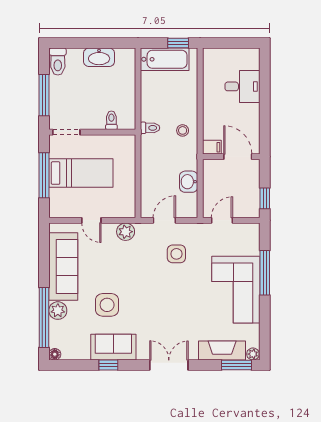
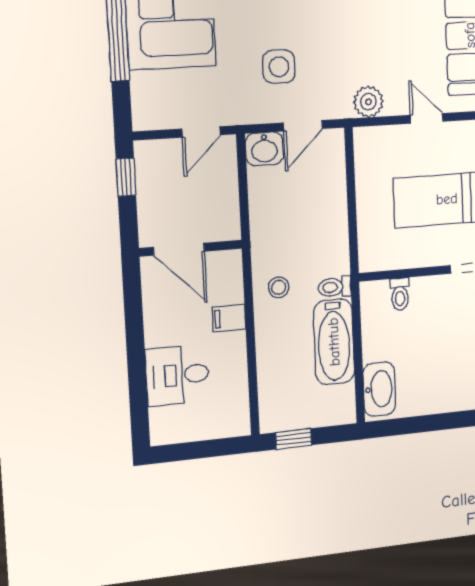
washbasin: (99, 57) -> (379, 389), moved, turned 90
bathtub: (165, 59) -> (334, 342), moved, turned -90
filing cabinet: (212, 147) -> (229, 318), moved
washbasin: (189, 182) -> (264, 149), moved, turned 90

